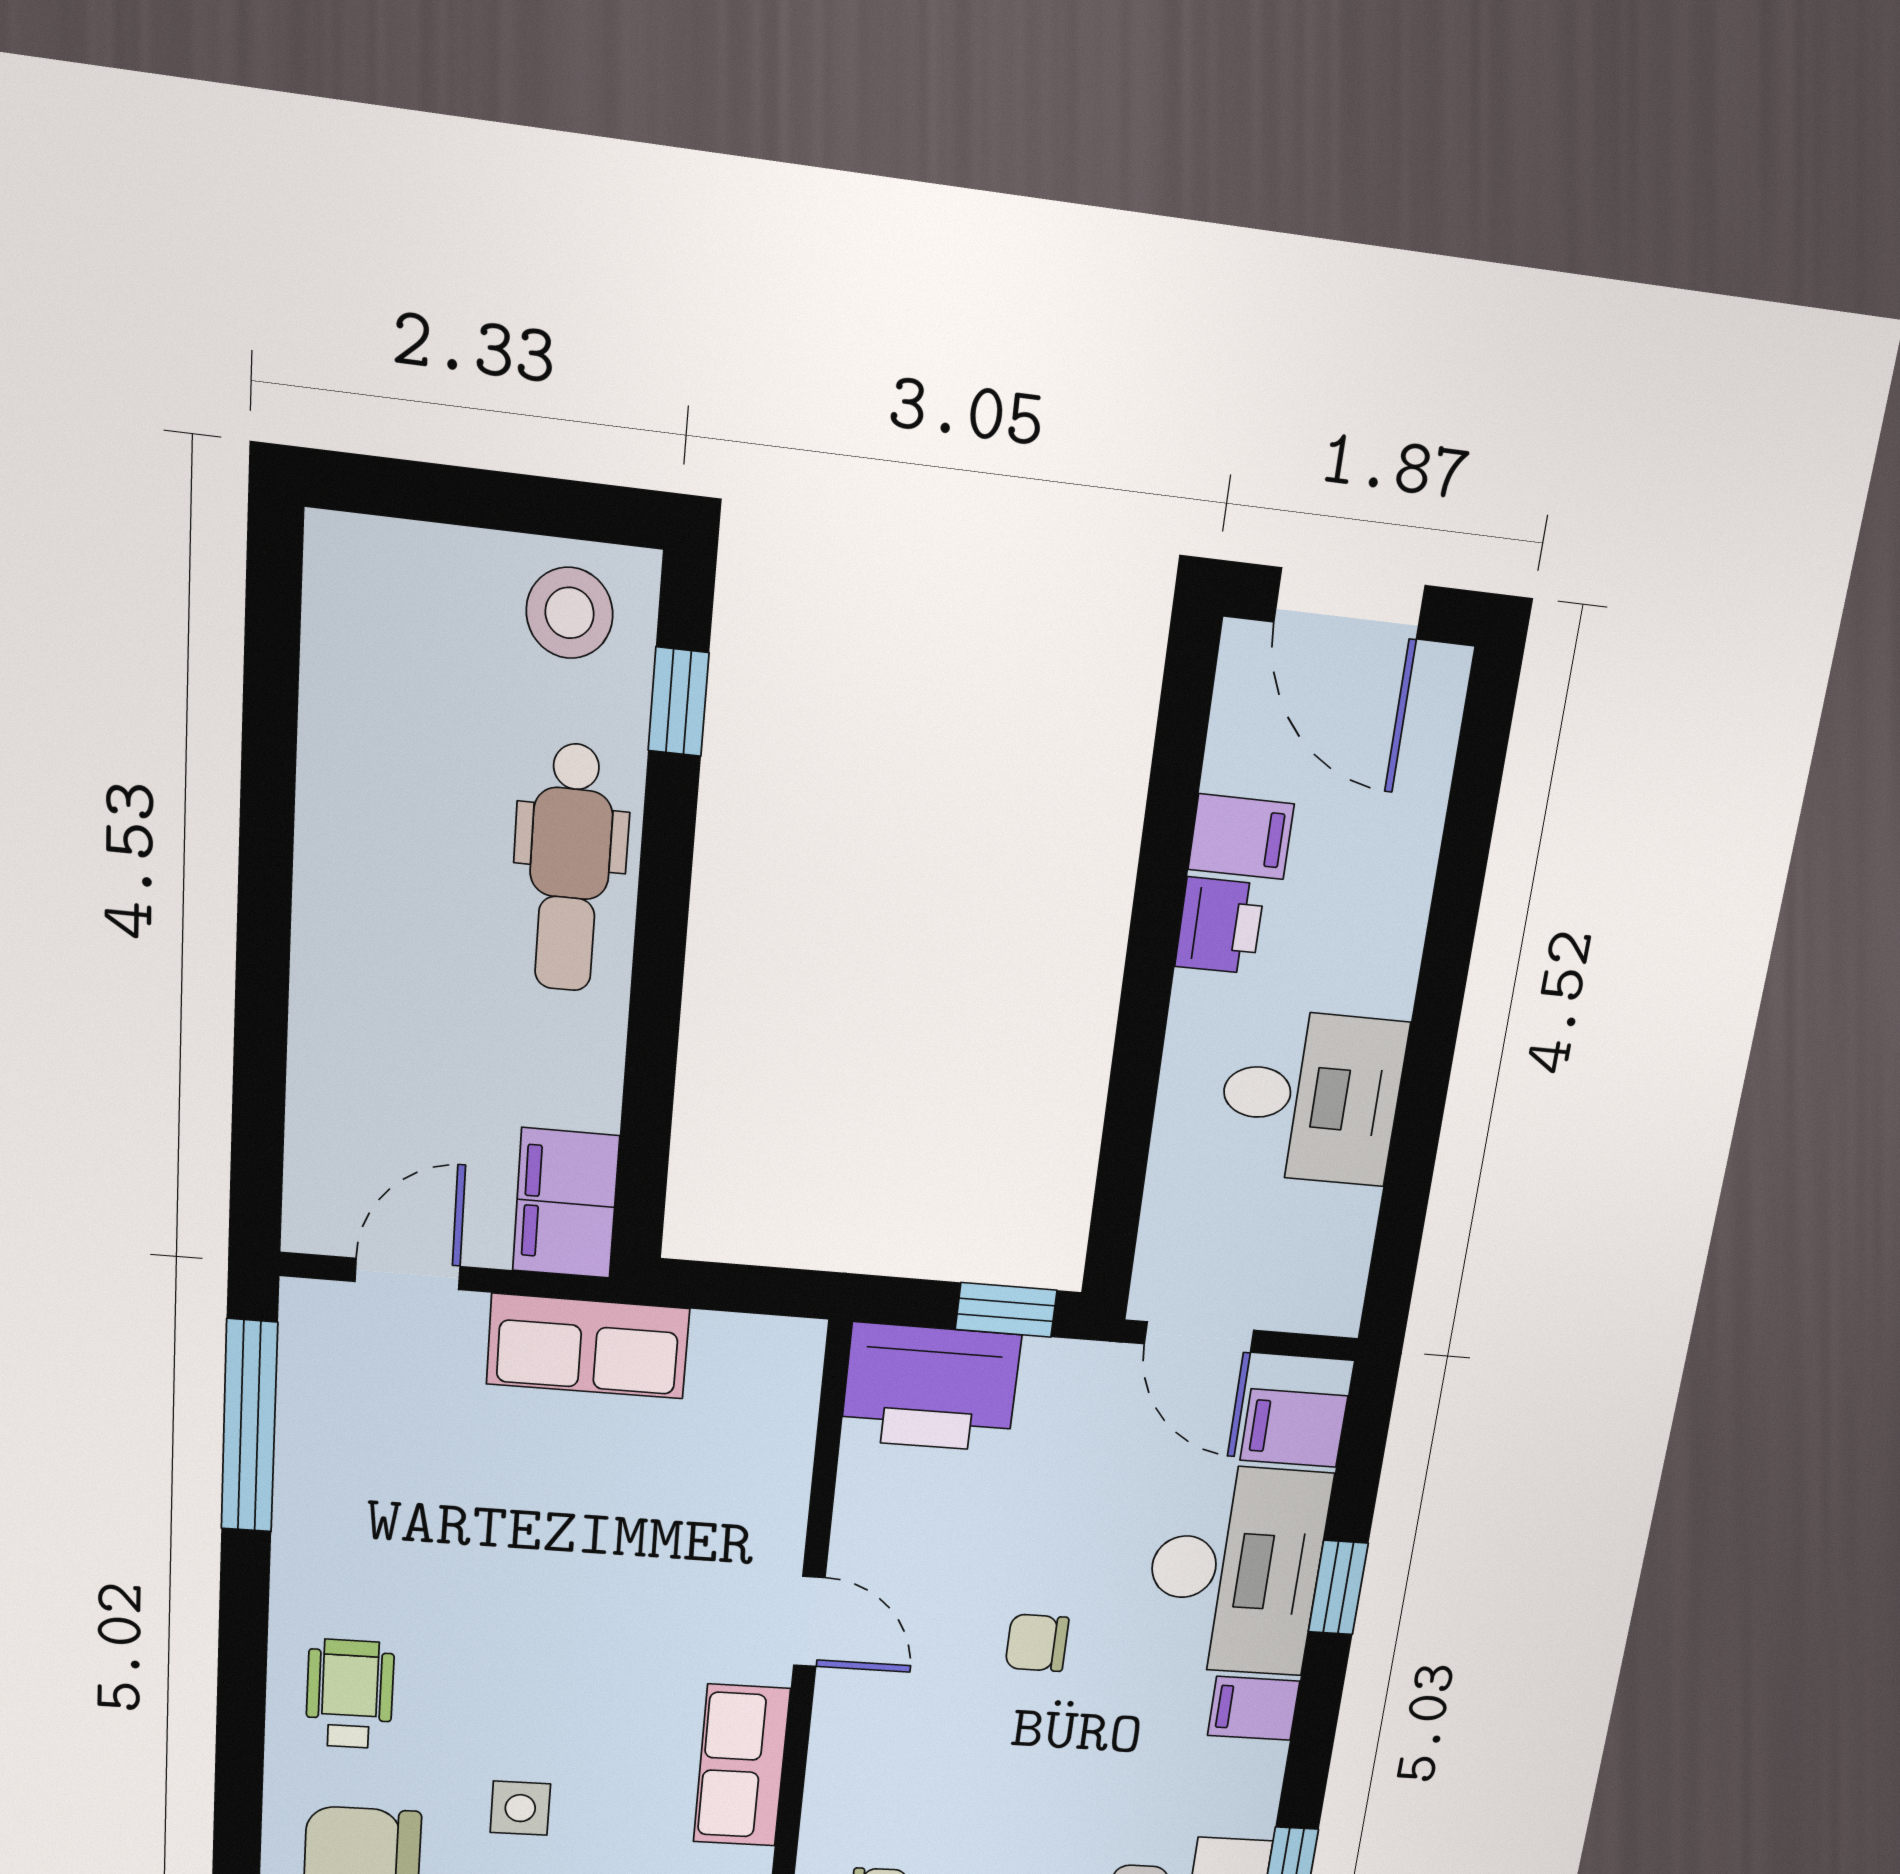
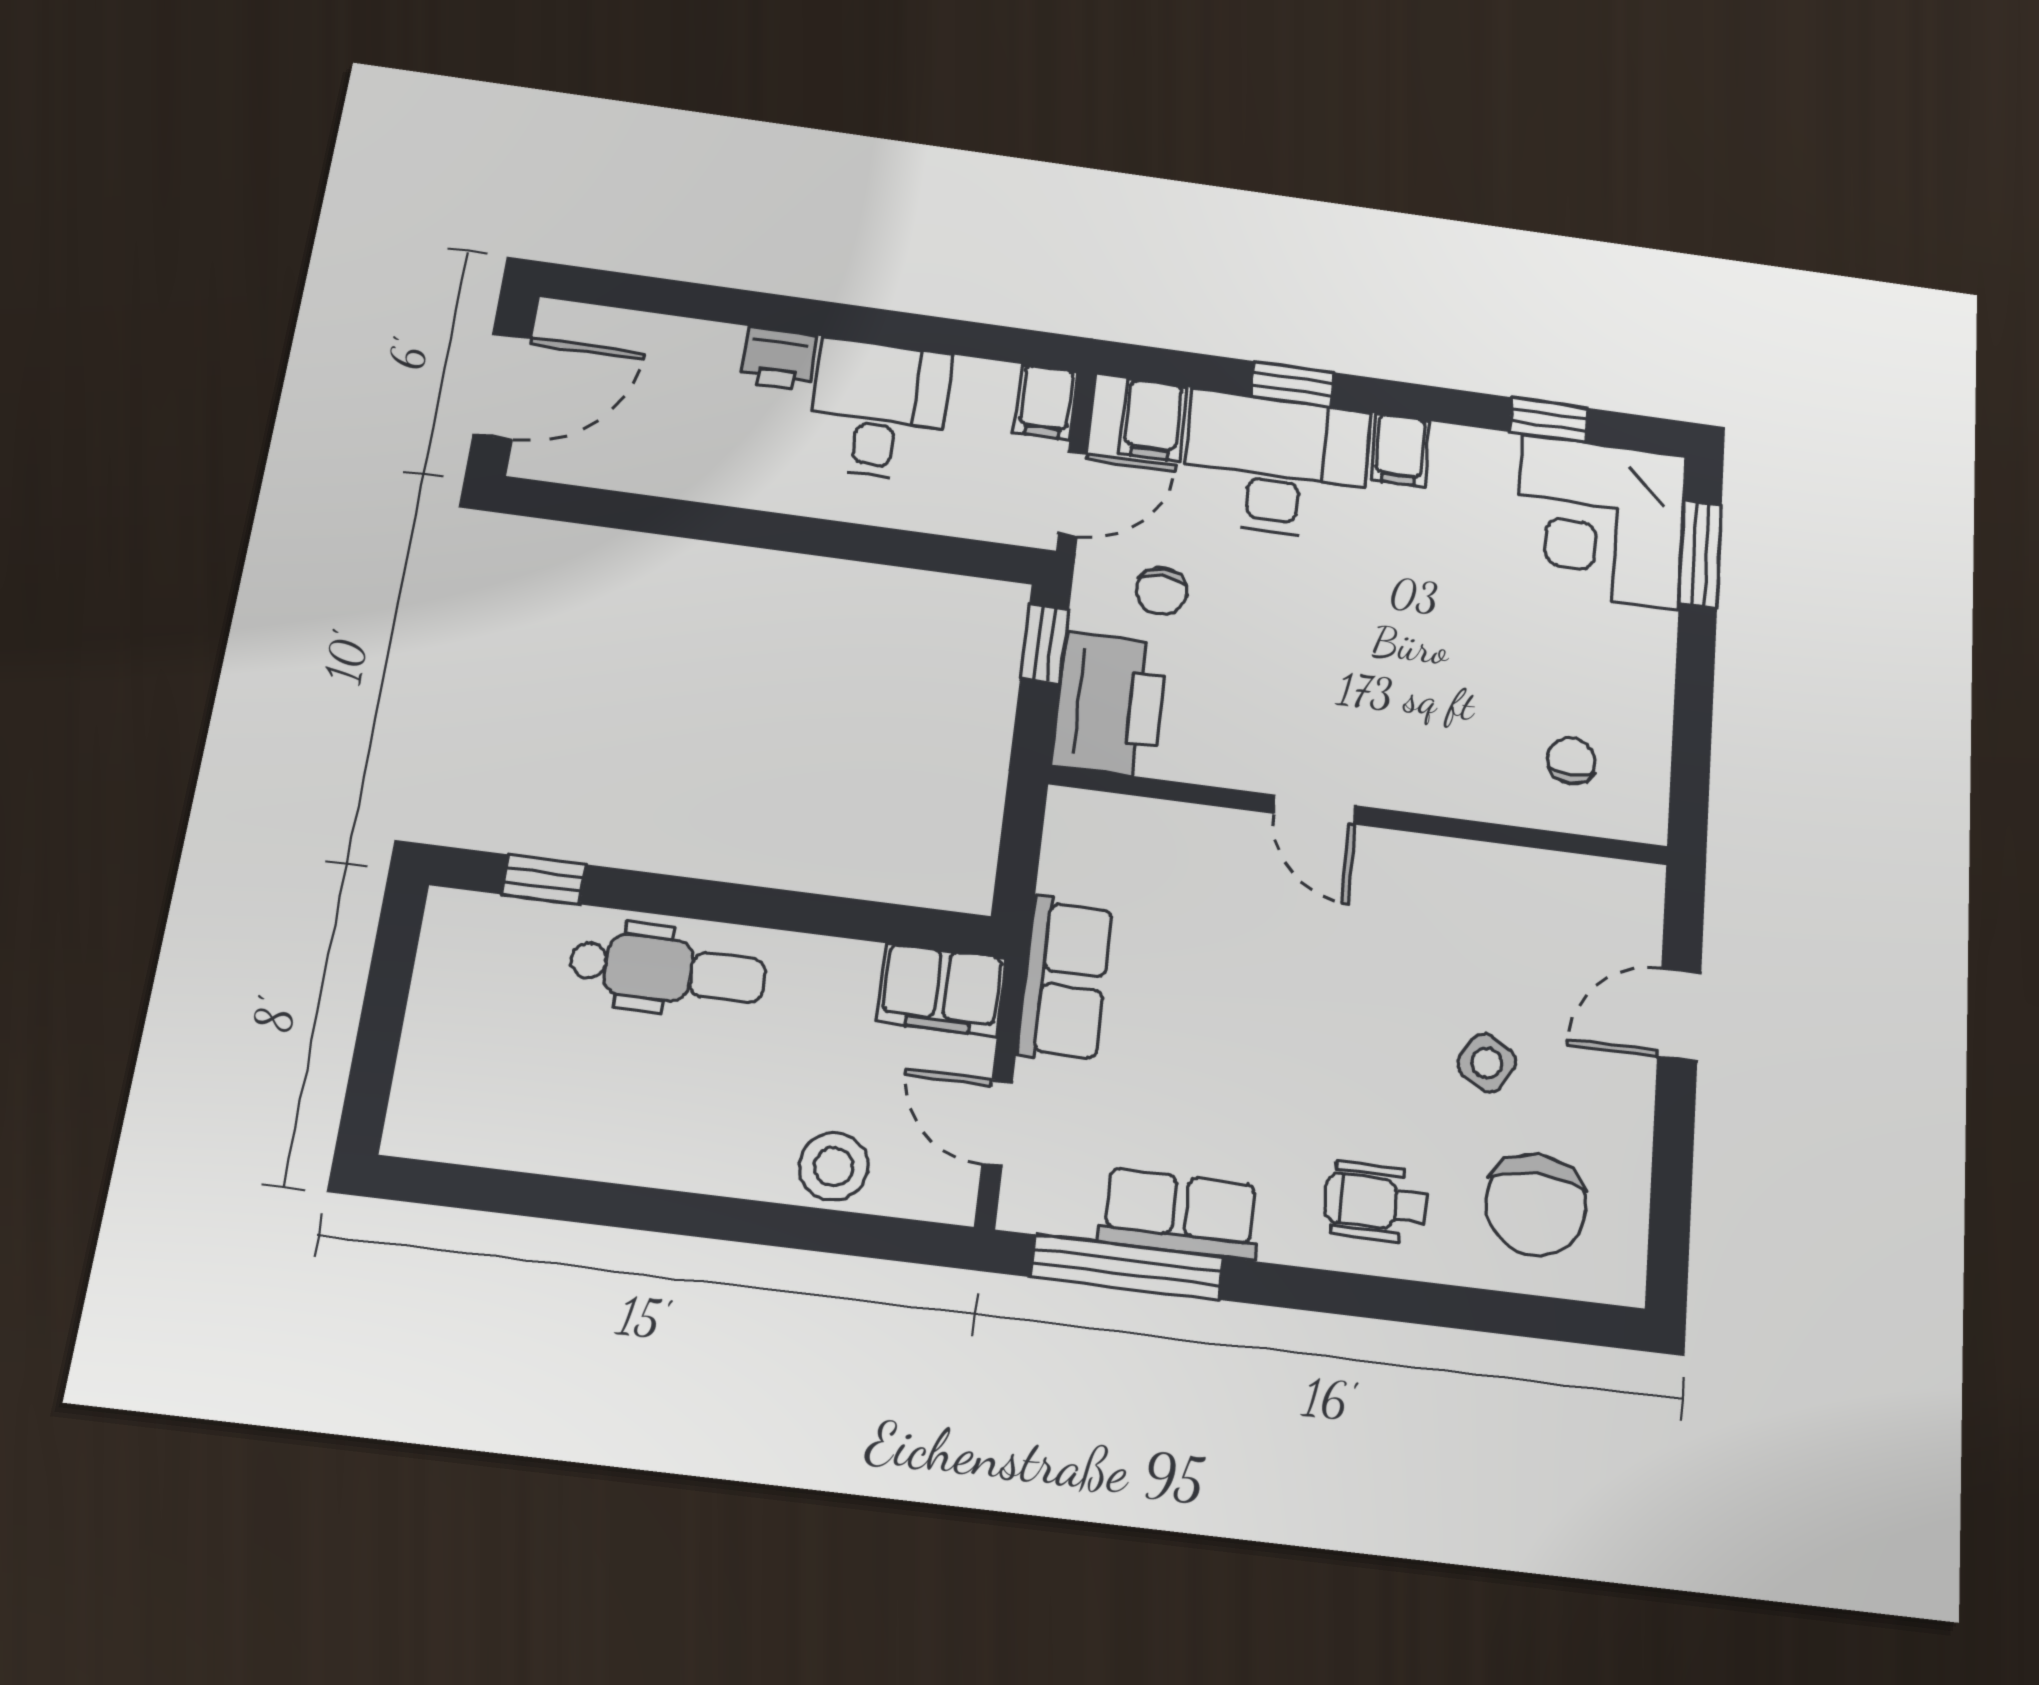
stool: (570, 613) -> (834, 1166), moved
filing cabinet: (1241, 837) -> (1046, 402), moved, turned 180
printer: (1220, 926) -> (779, 359), moved, turned 180
door: (809, 1622) -> (1315, 810), swing flipped
chair: (1037, 1643) -> (1162, 591), moved
row of seats: (742, 1766) -> (1180, 1214), moved, turned 180
side table: (520, 1808) -> (1487, 1063), turned 31

